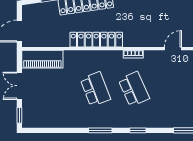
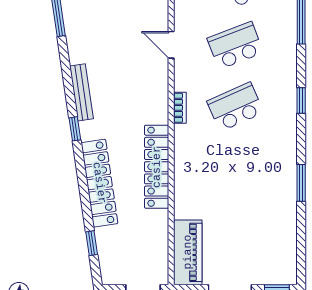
school desk: (95, 89) -> (235, 45), moved
window: (100, 130) -> (301, 183), moved

